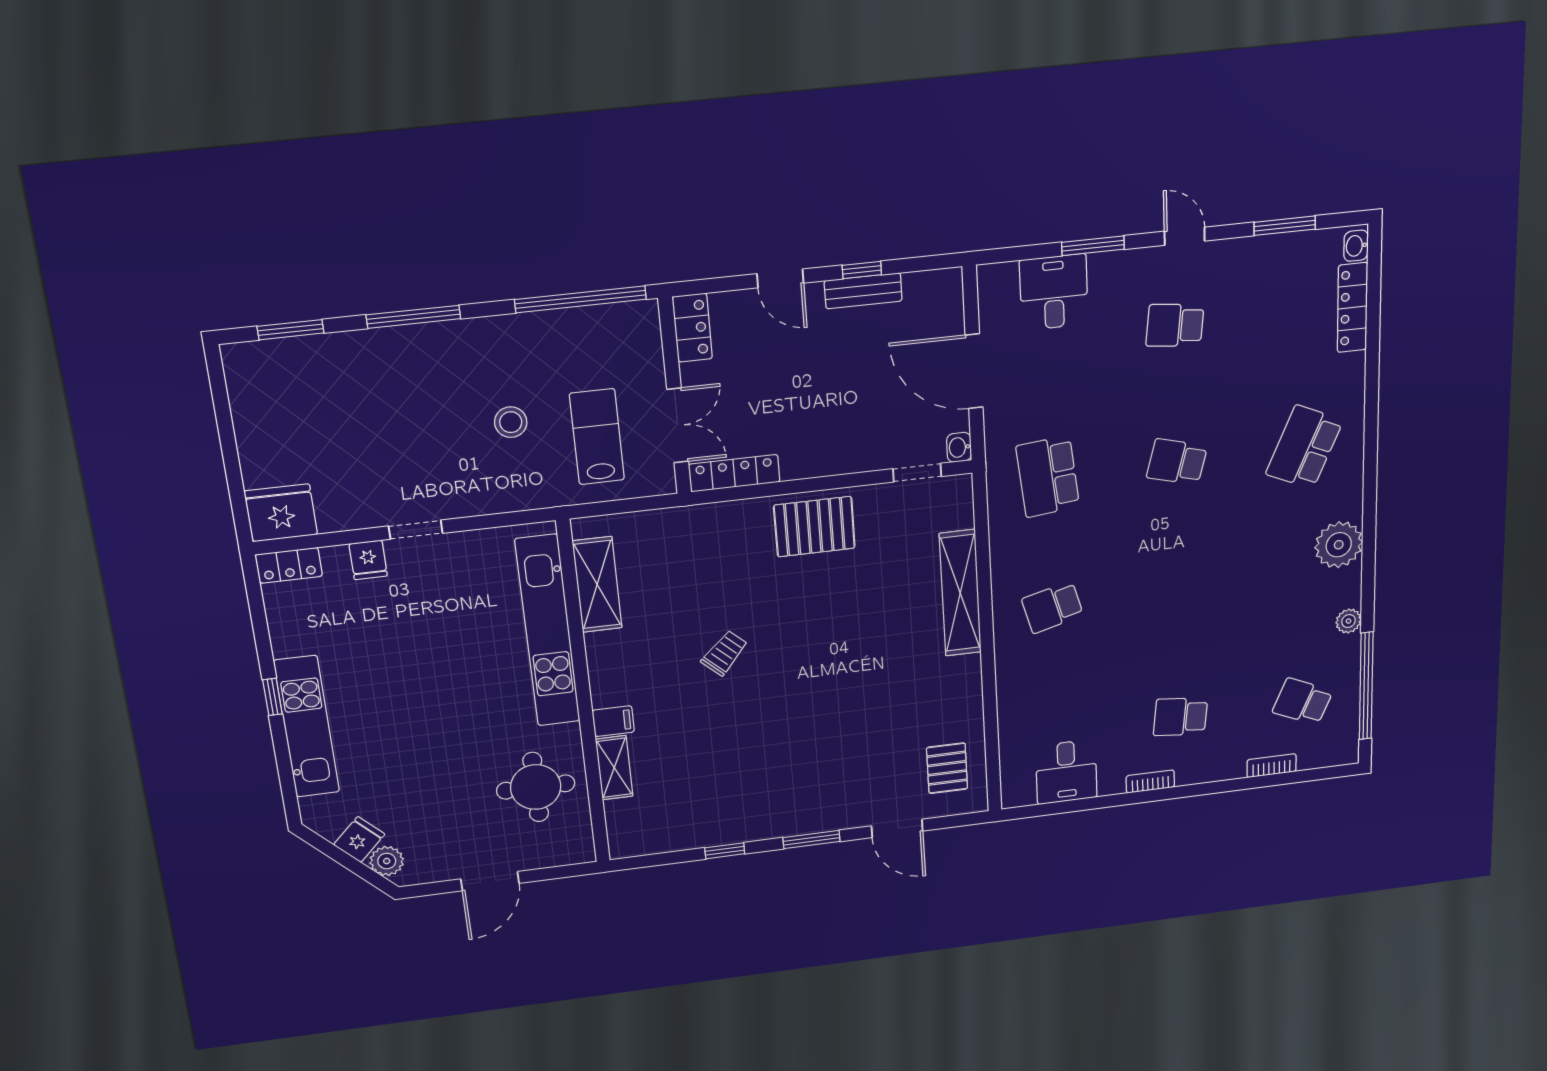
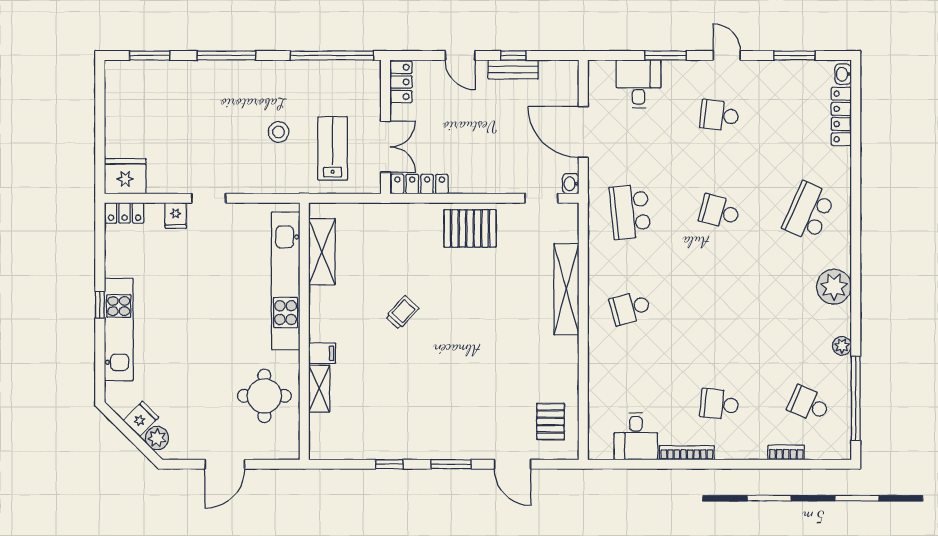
bookcase: (1150, 782) -> (687, 453), width x1.56

